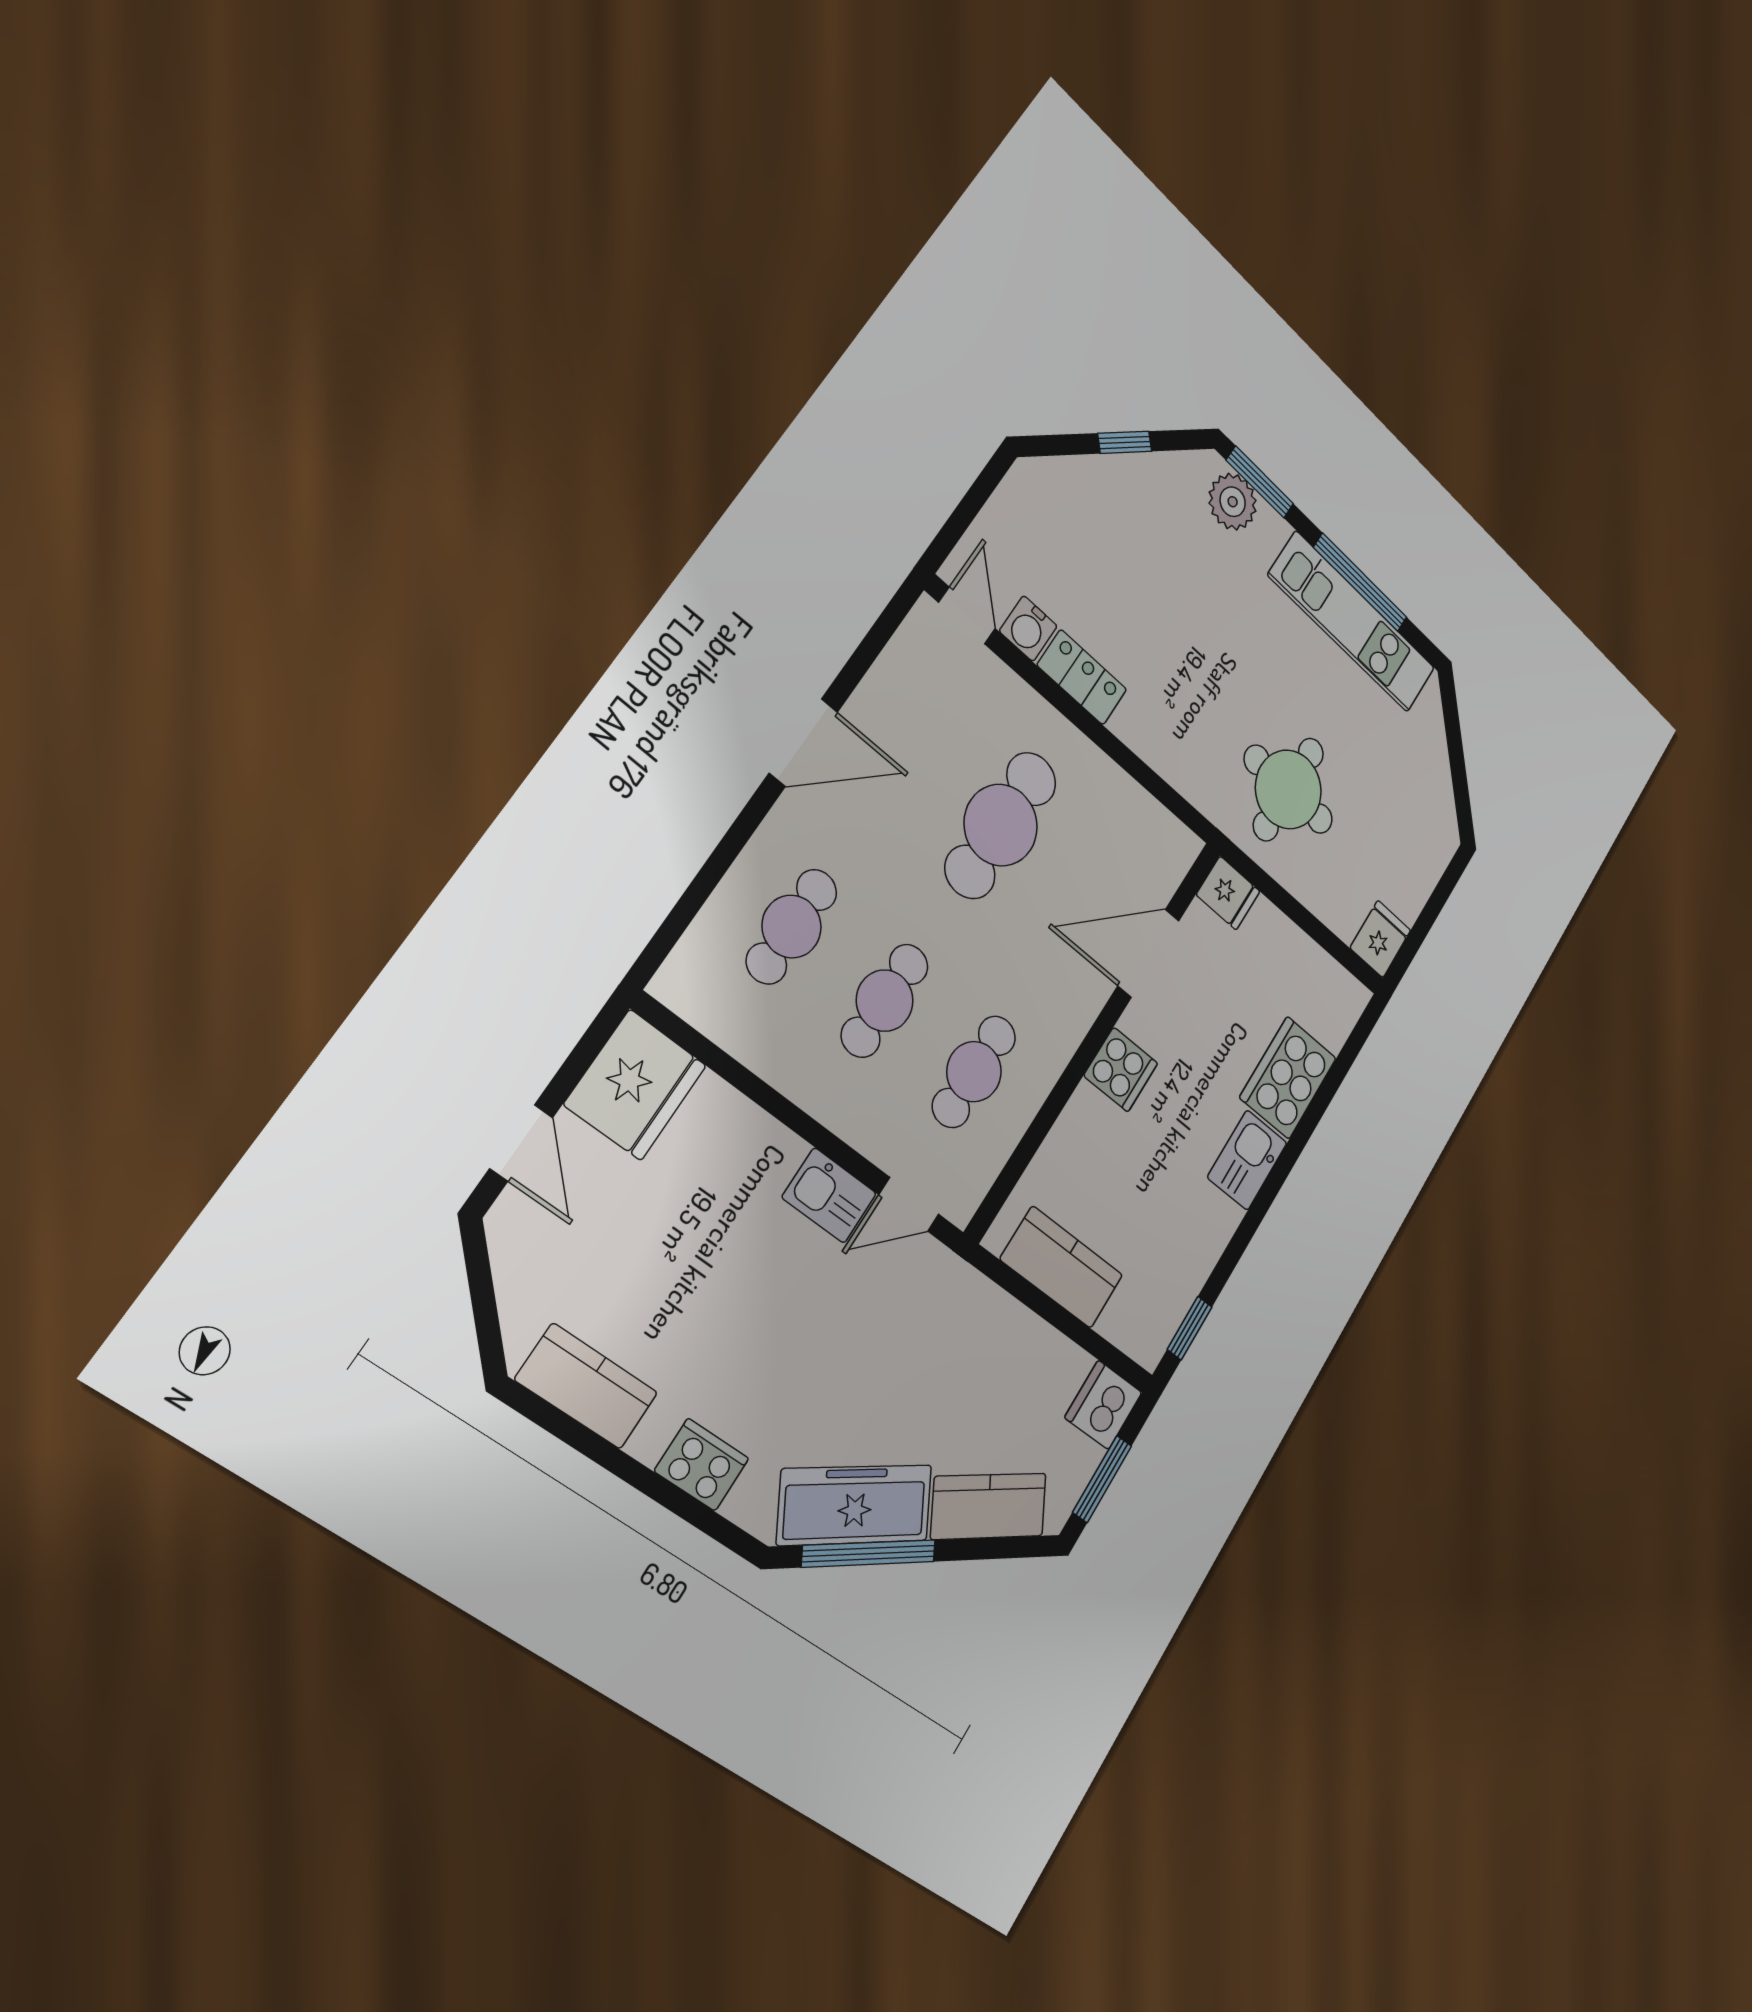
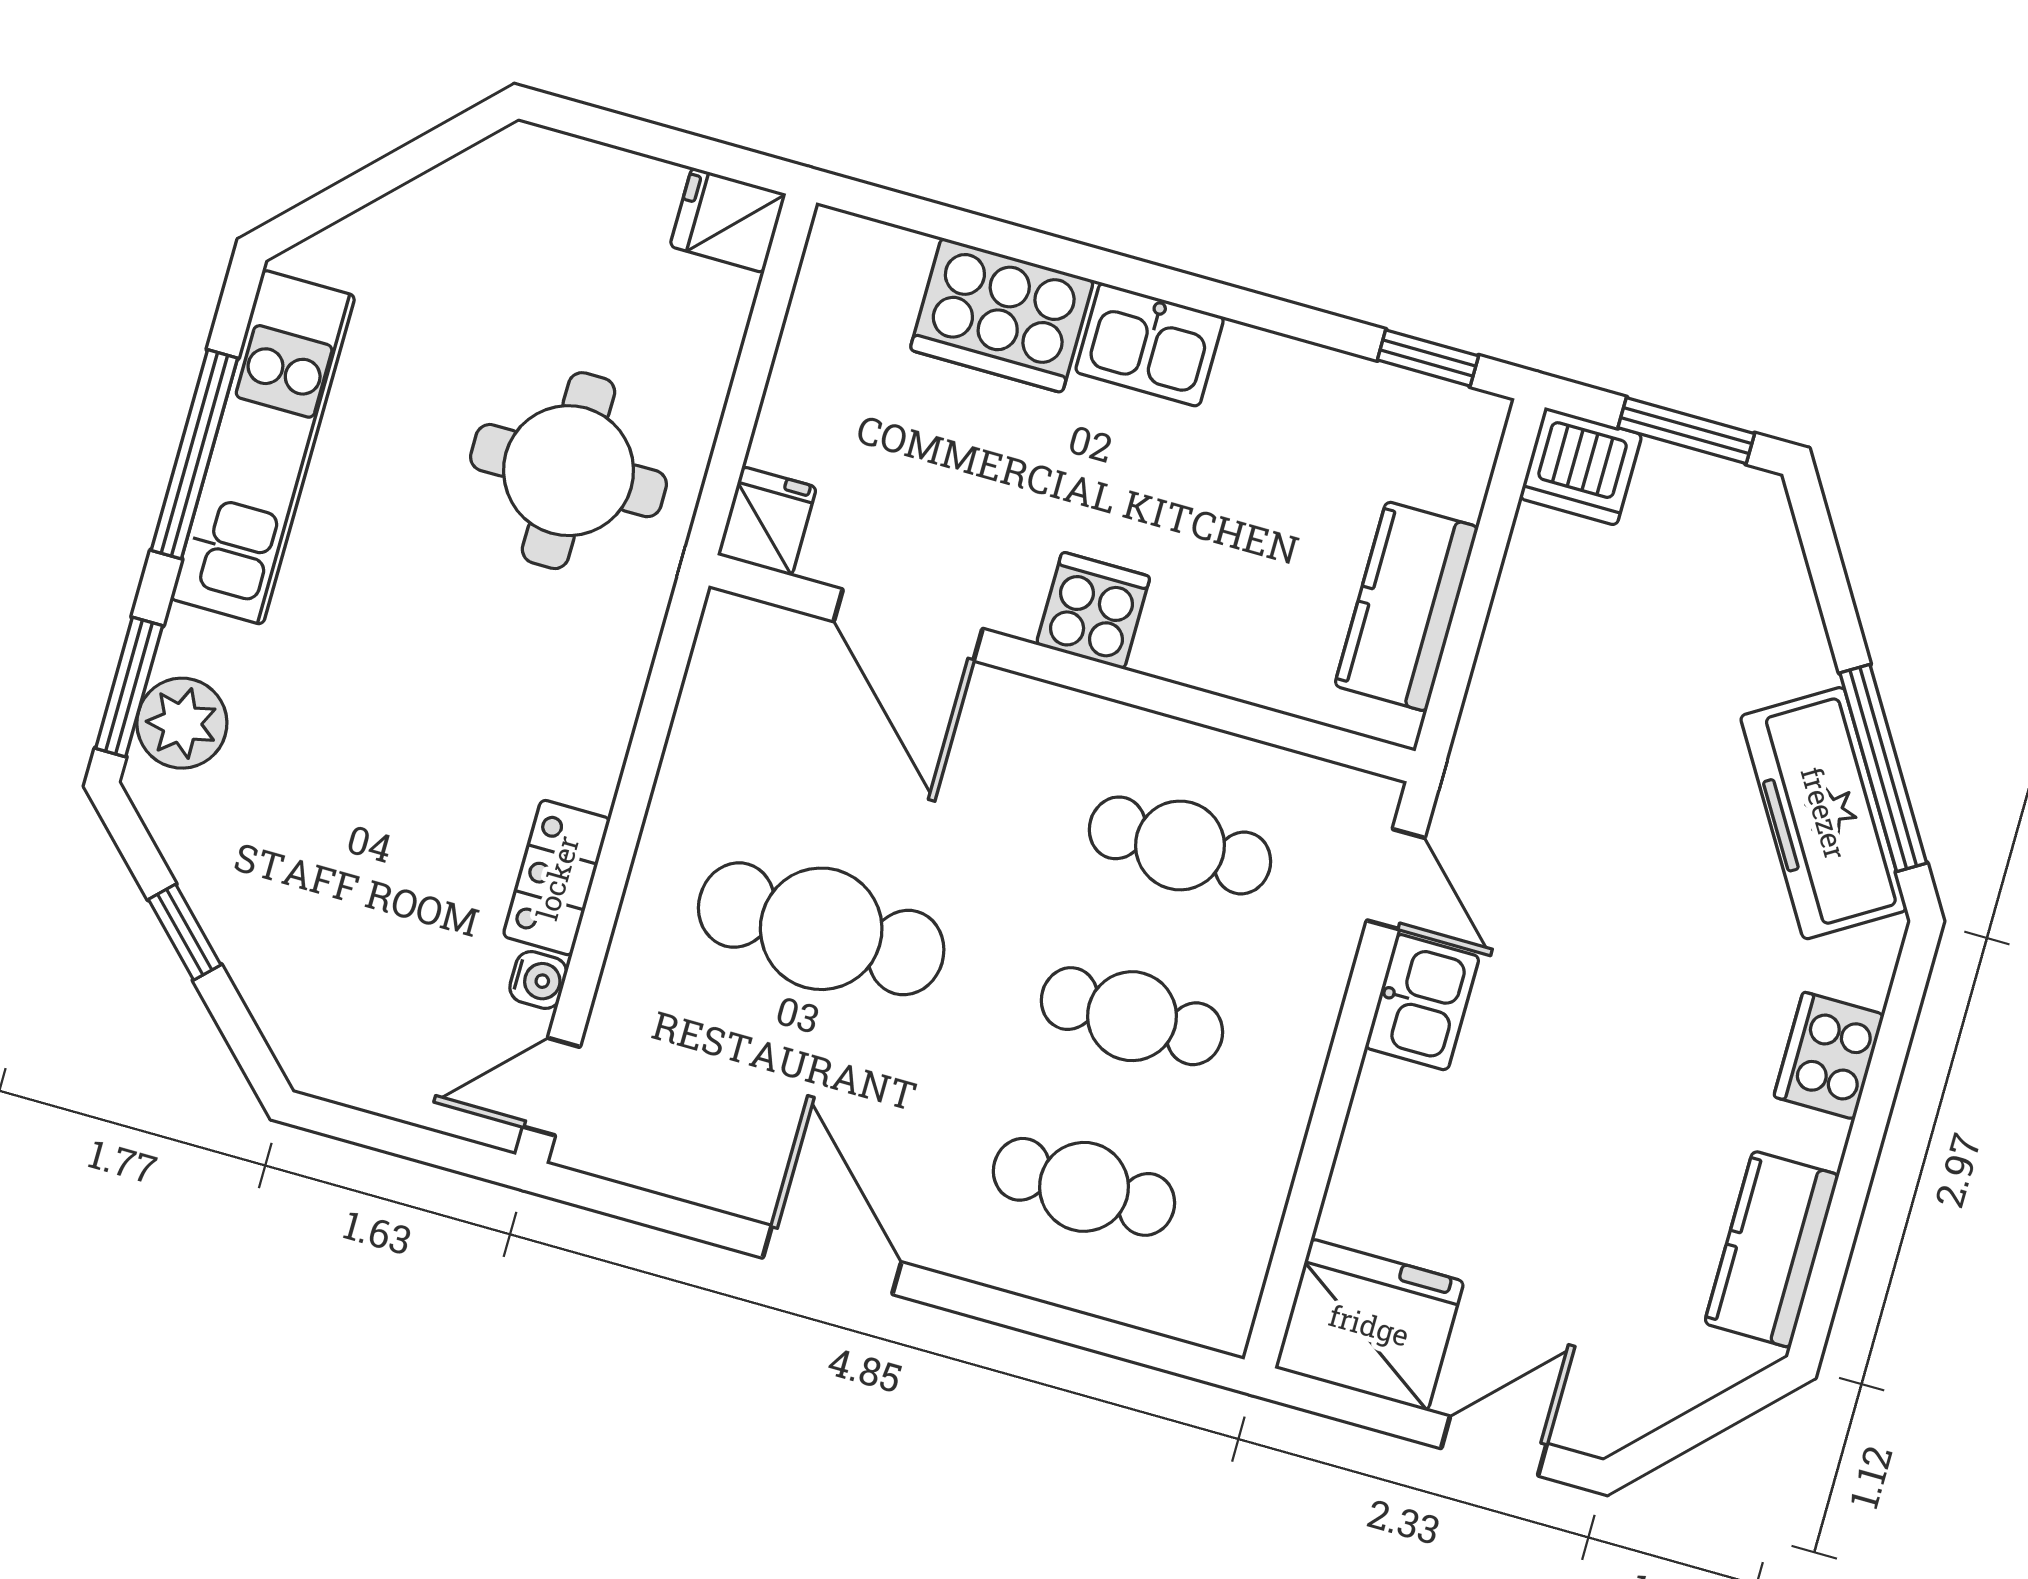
water cooler: (1028, 629) -> (538, 980), width x0.72, depth x0.72
kitchen counter: (989, 1506) -> (1772, 604), removed

